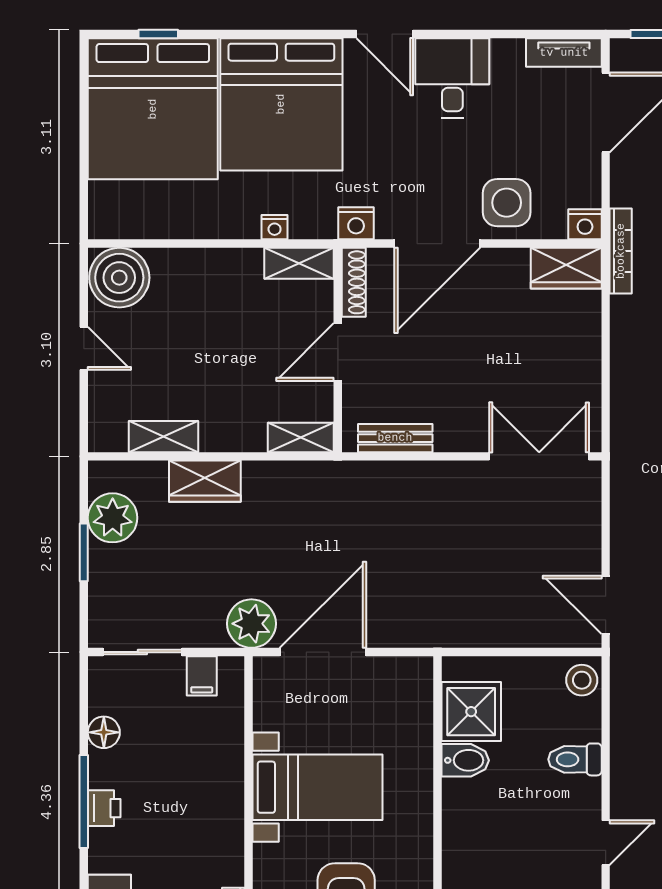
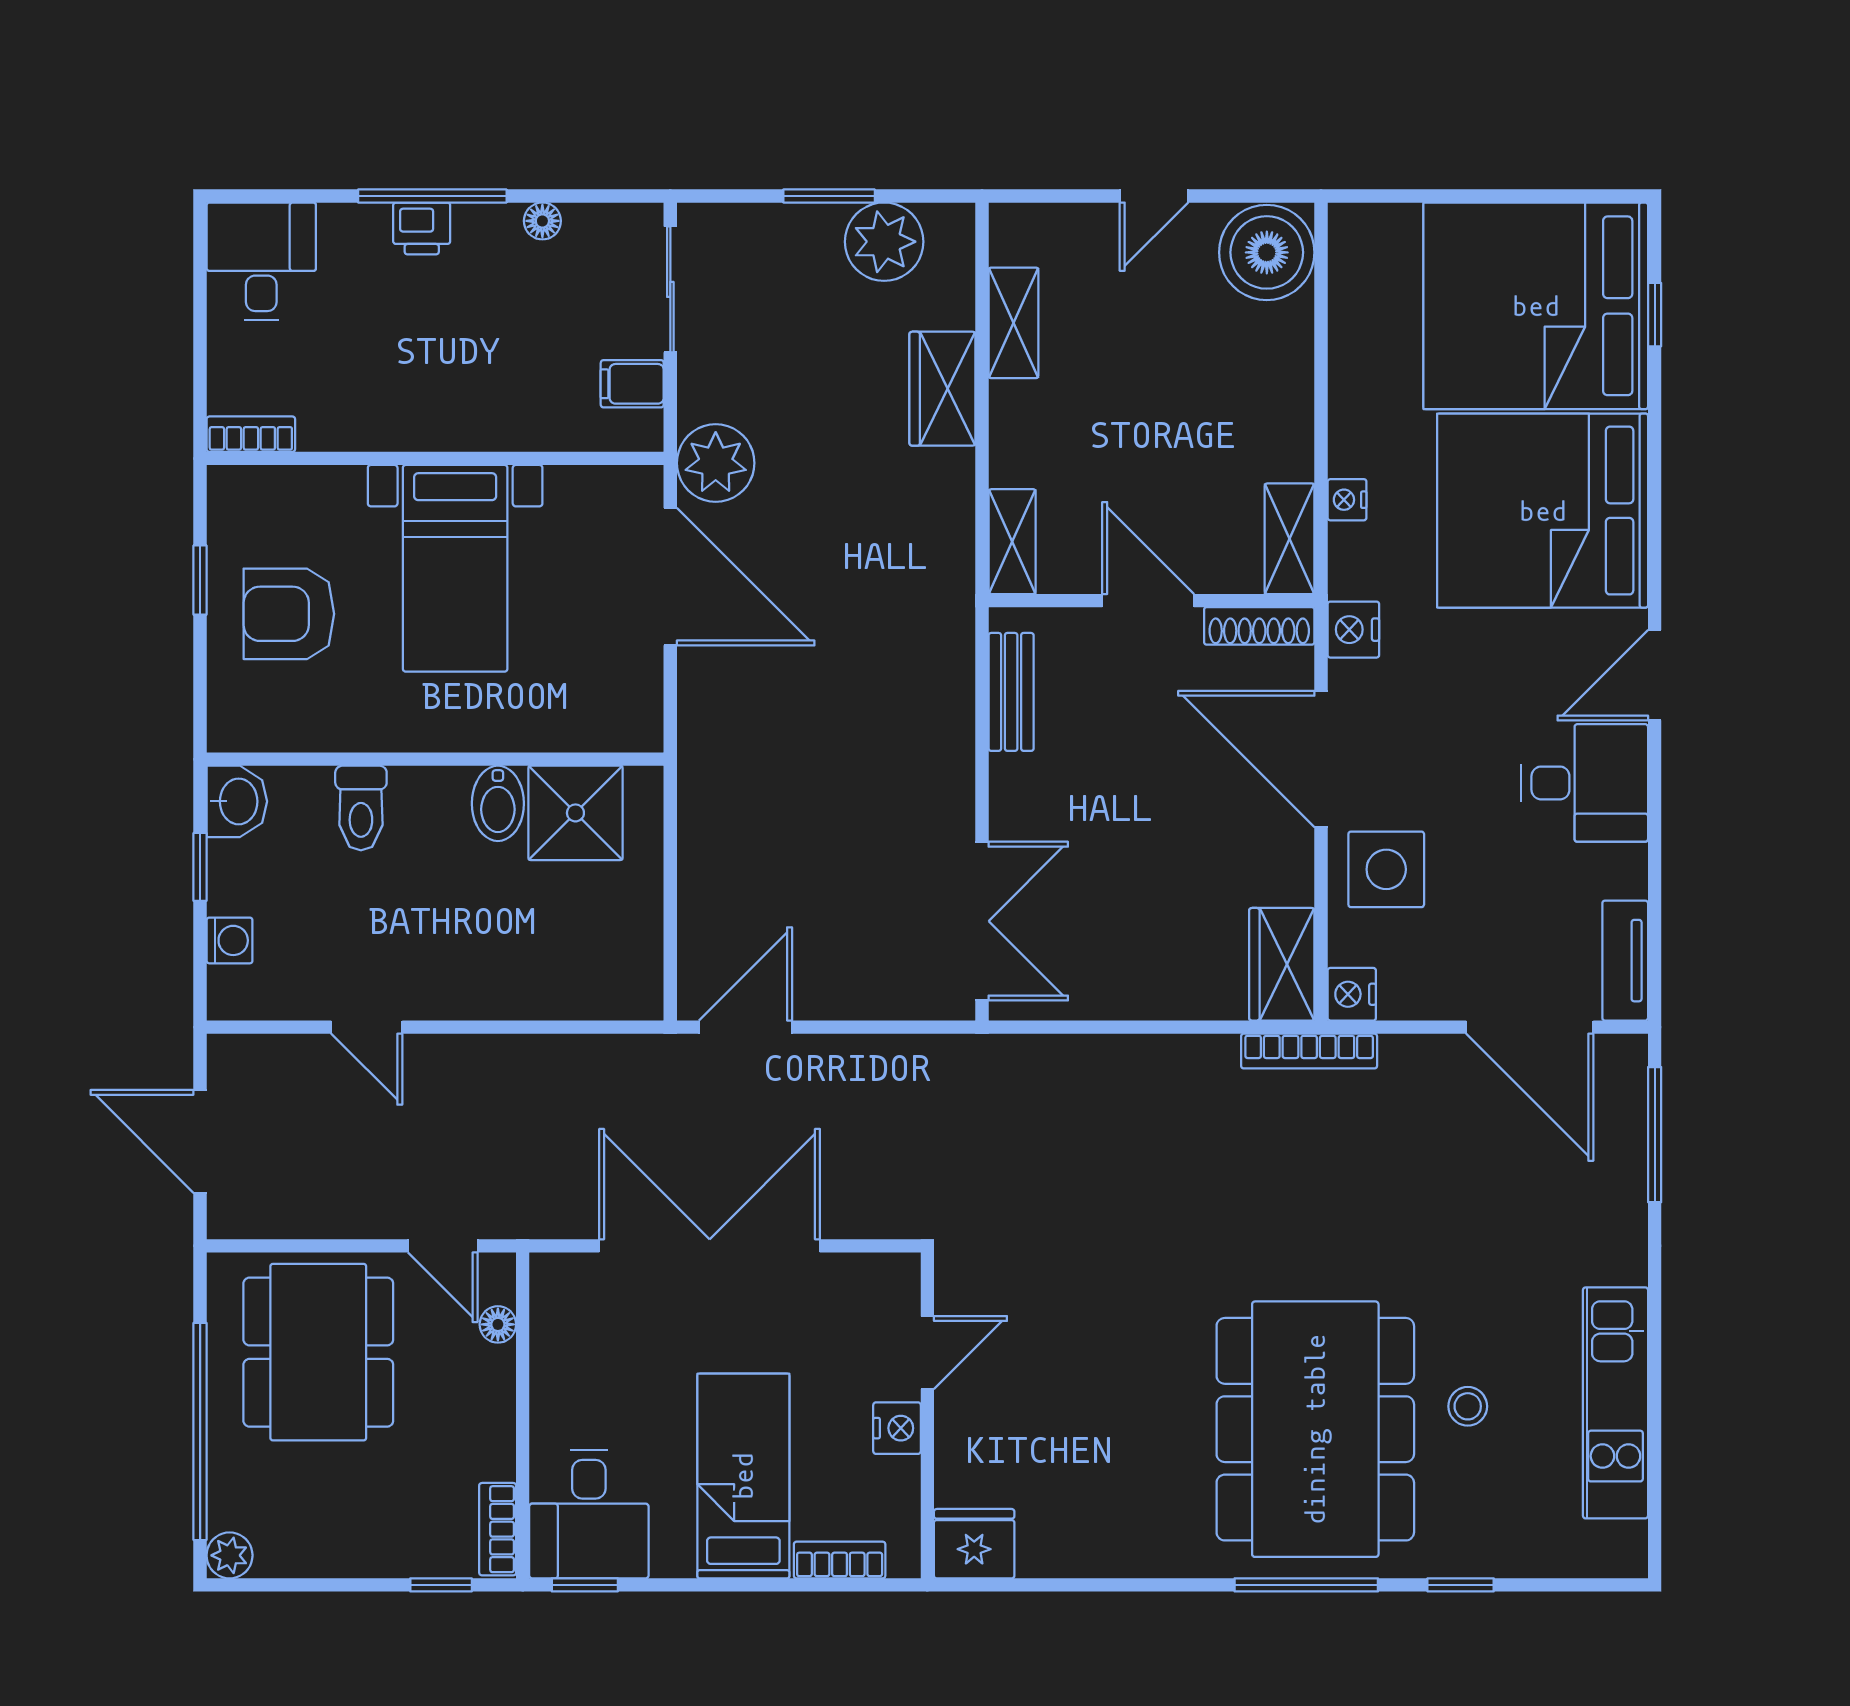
stool: (582, 680) -> (626, 989), removed
floor lamp: (104, 732) -> (542, 221), width x0.73, depth x0.73
toilet: (575, 759) -> (361, 808), moved, turned 180

